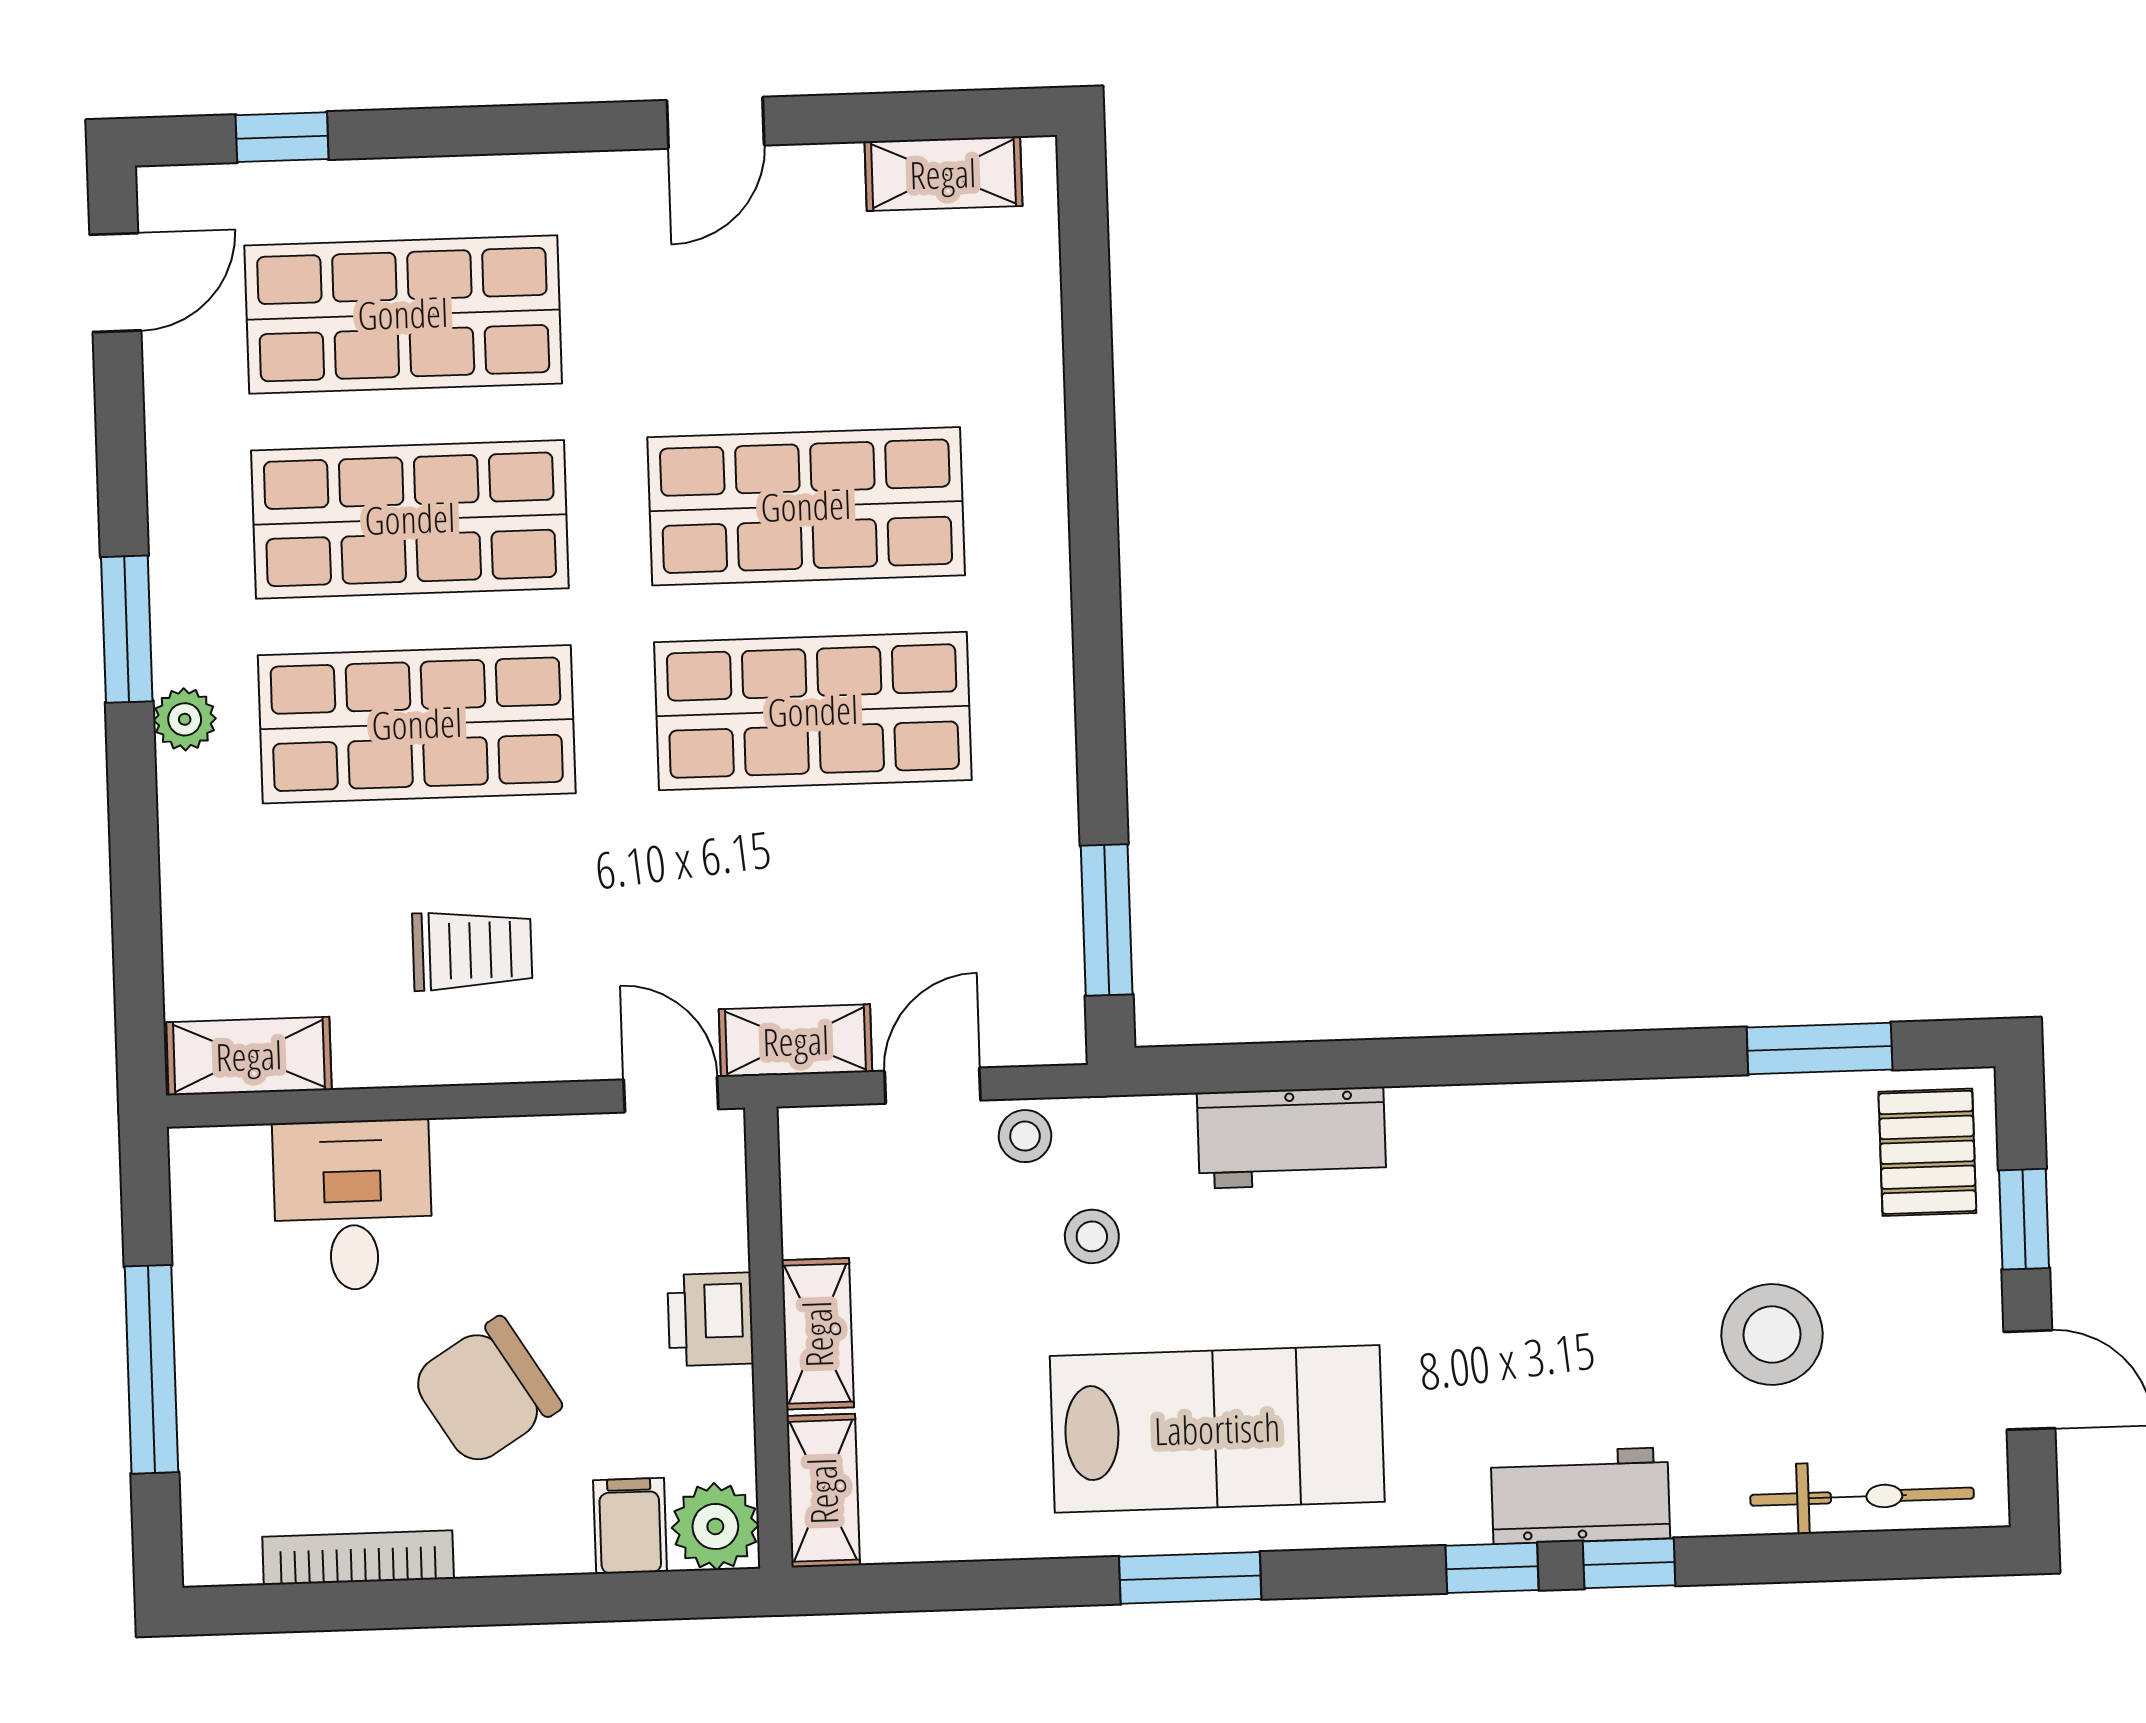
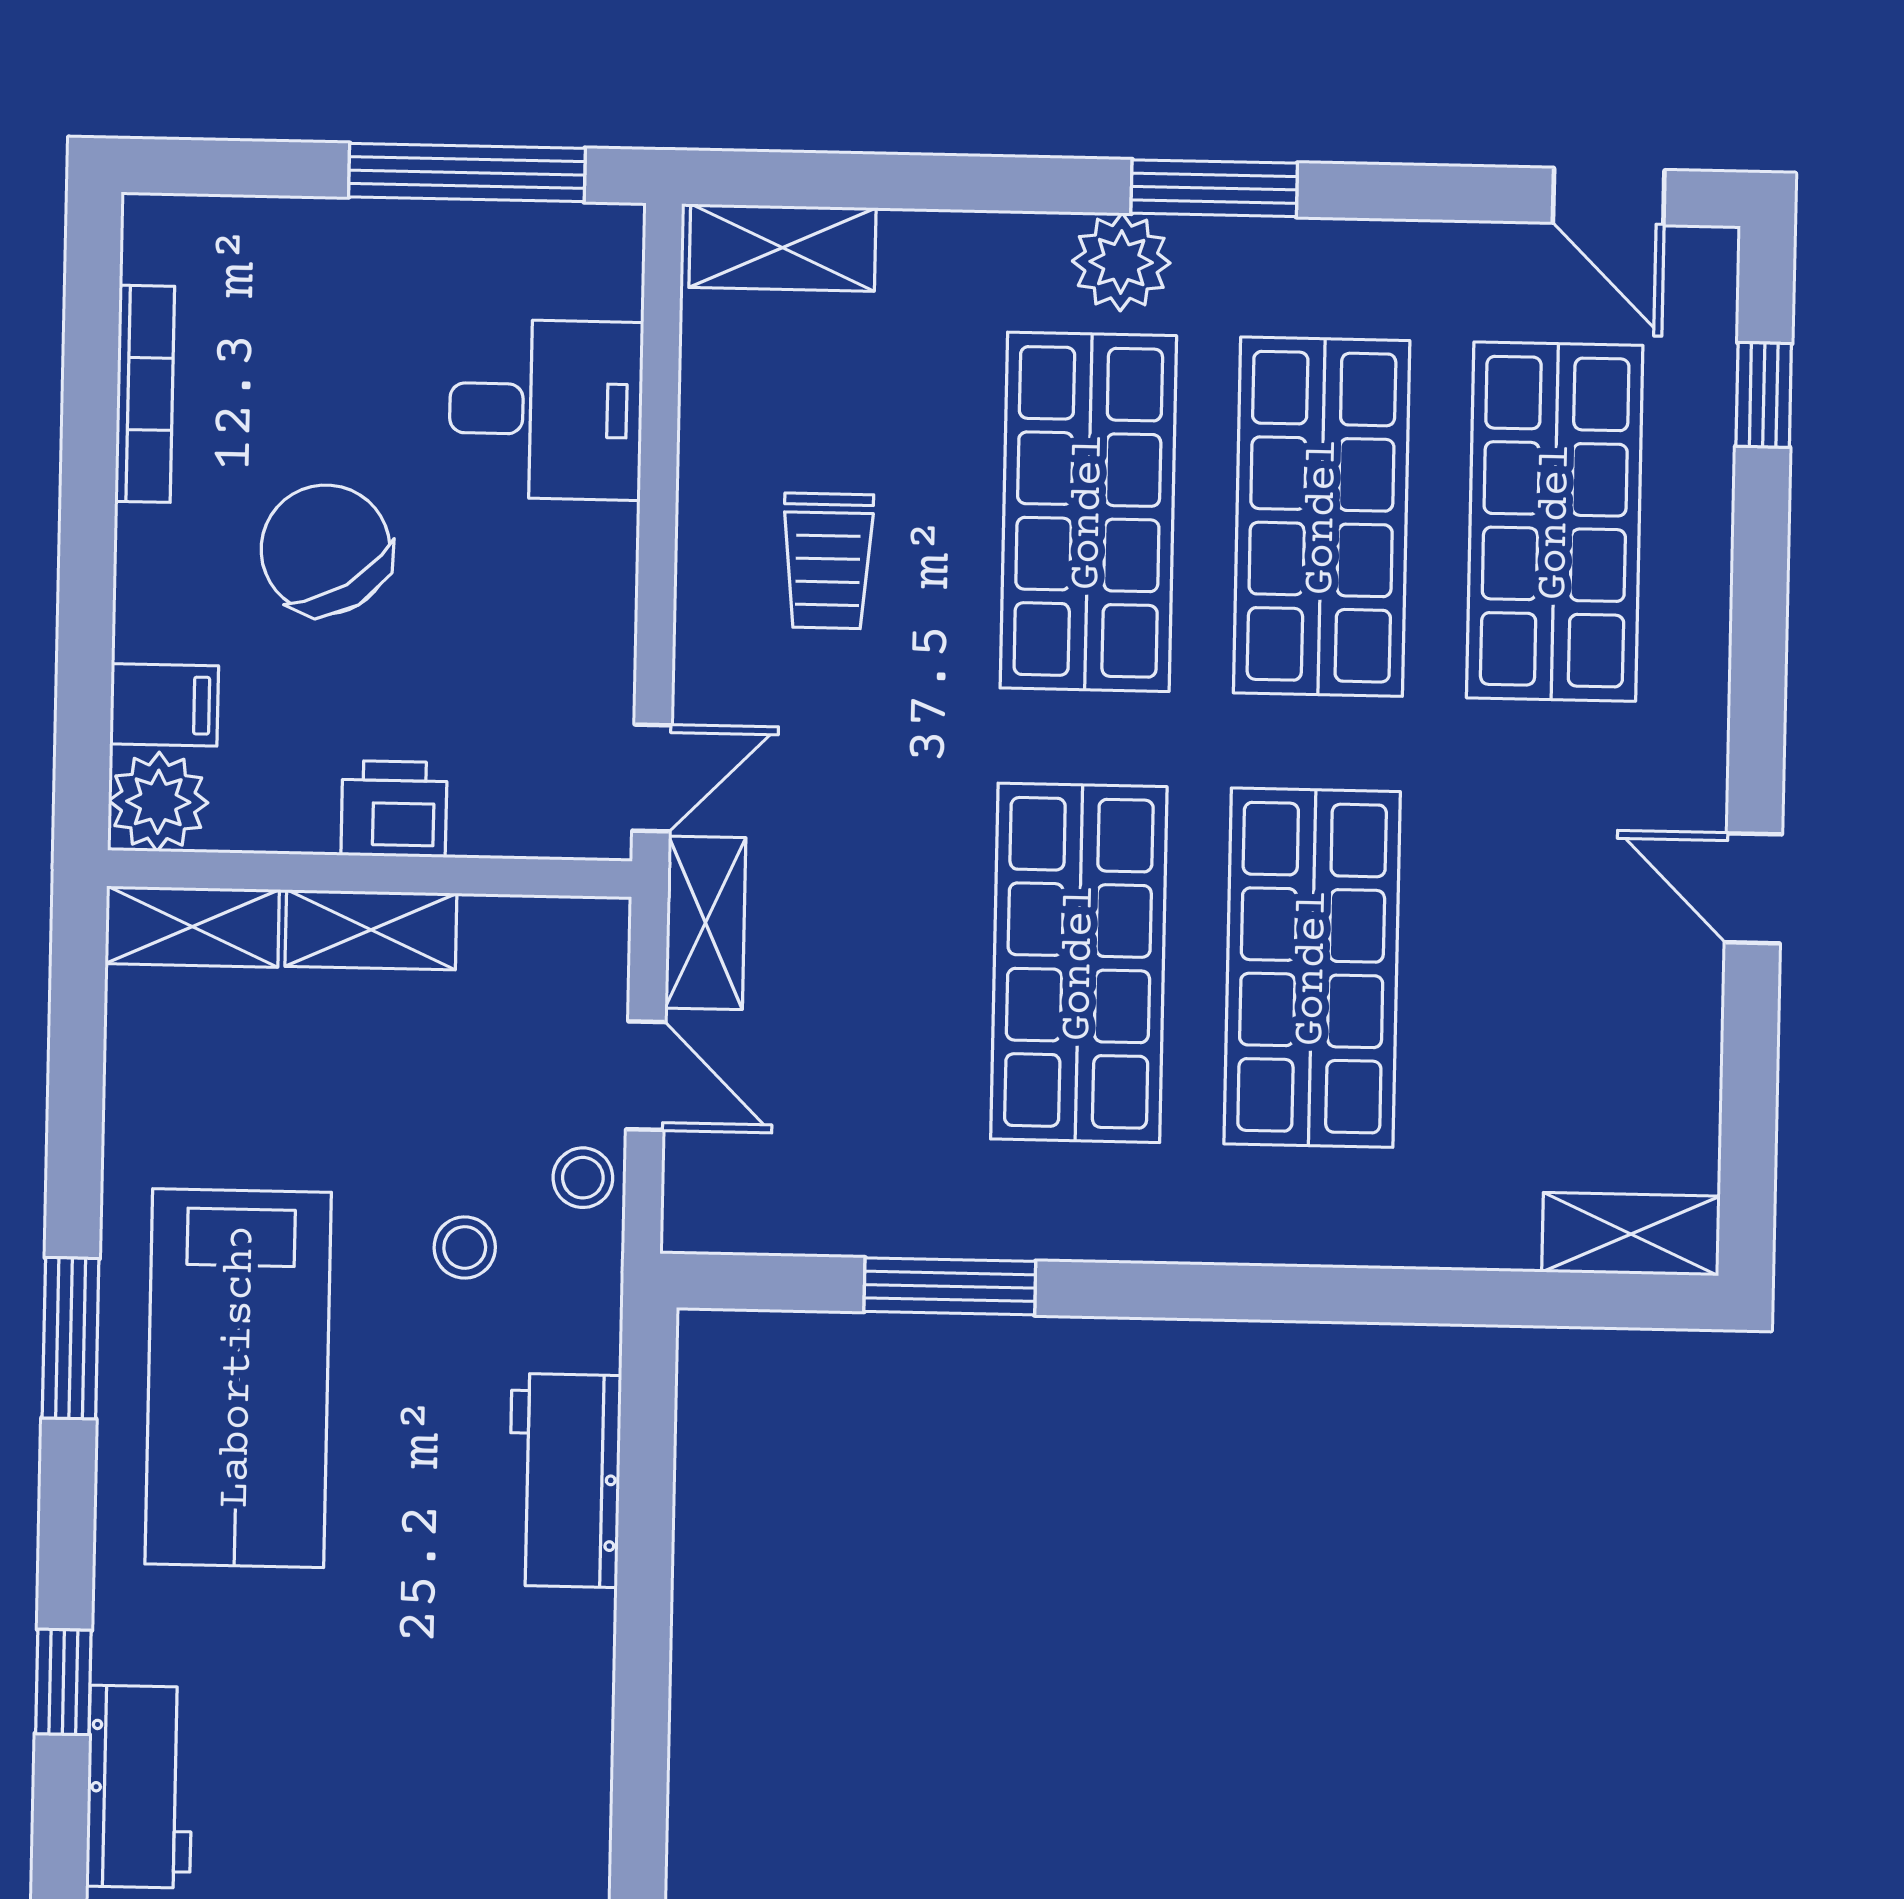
shelving: (943, 174) -> (1631, 1234), moved, turned 90
plant: (185, 719) -> (1121, 262), width x1.38, depth x1.38
window: (1107, 920) -> (950, 1286), moved
shelving: (249, 1056) -> (782, 248), moved, turned 90
window: (151, 1369) -> (467, 173), moved
window: (1629, 1563) -> (60, 1838), removed

